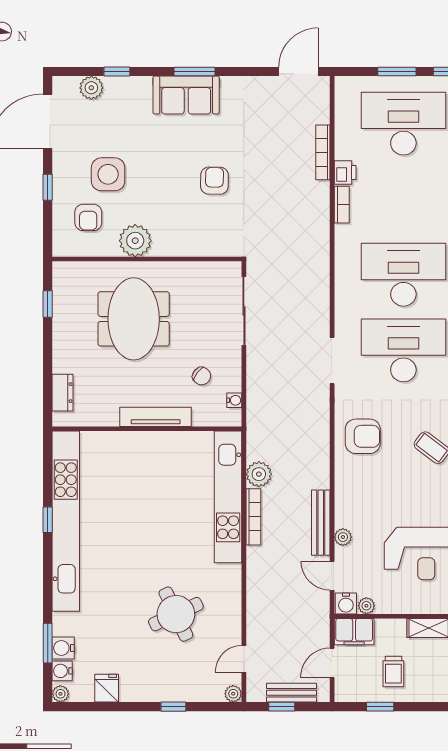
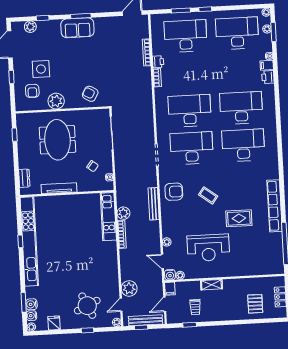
armchair: (214, 181) -> (90, 94), moved, turned -61
tv unit: (156, 417) -> (59, 188), moved
kitchen unit: (228, 497) -> (108, 217), width x0.73
bench: (321, 523) -> (154, 204), moved
round table: (176, 614) -> (87, 306), moved
plant: (262, 627) -> (129, 288), added
filing cabinet: (354, 632) -> (170, 289), width x0.50
bench: (292, 693) -> (145, 320), width x1.36

